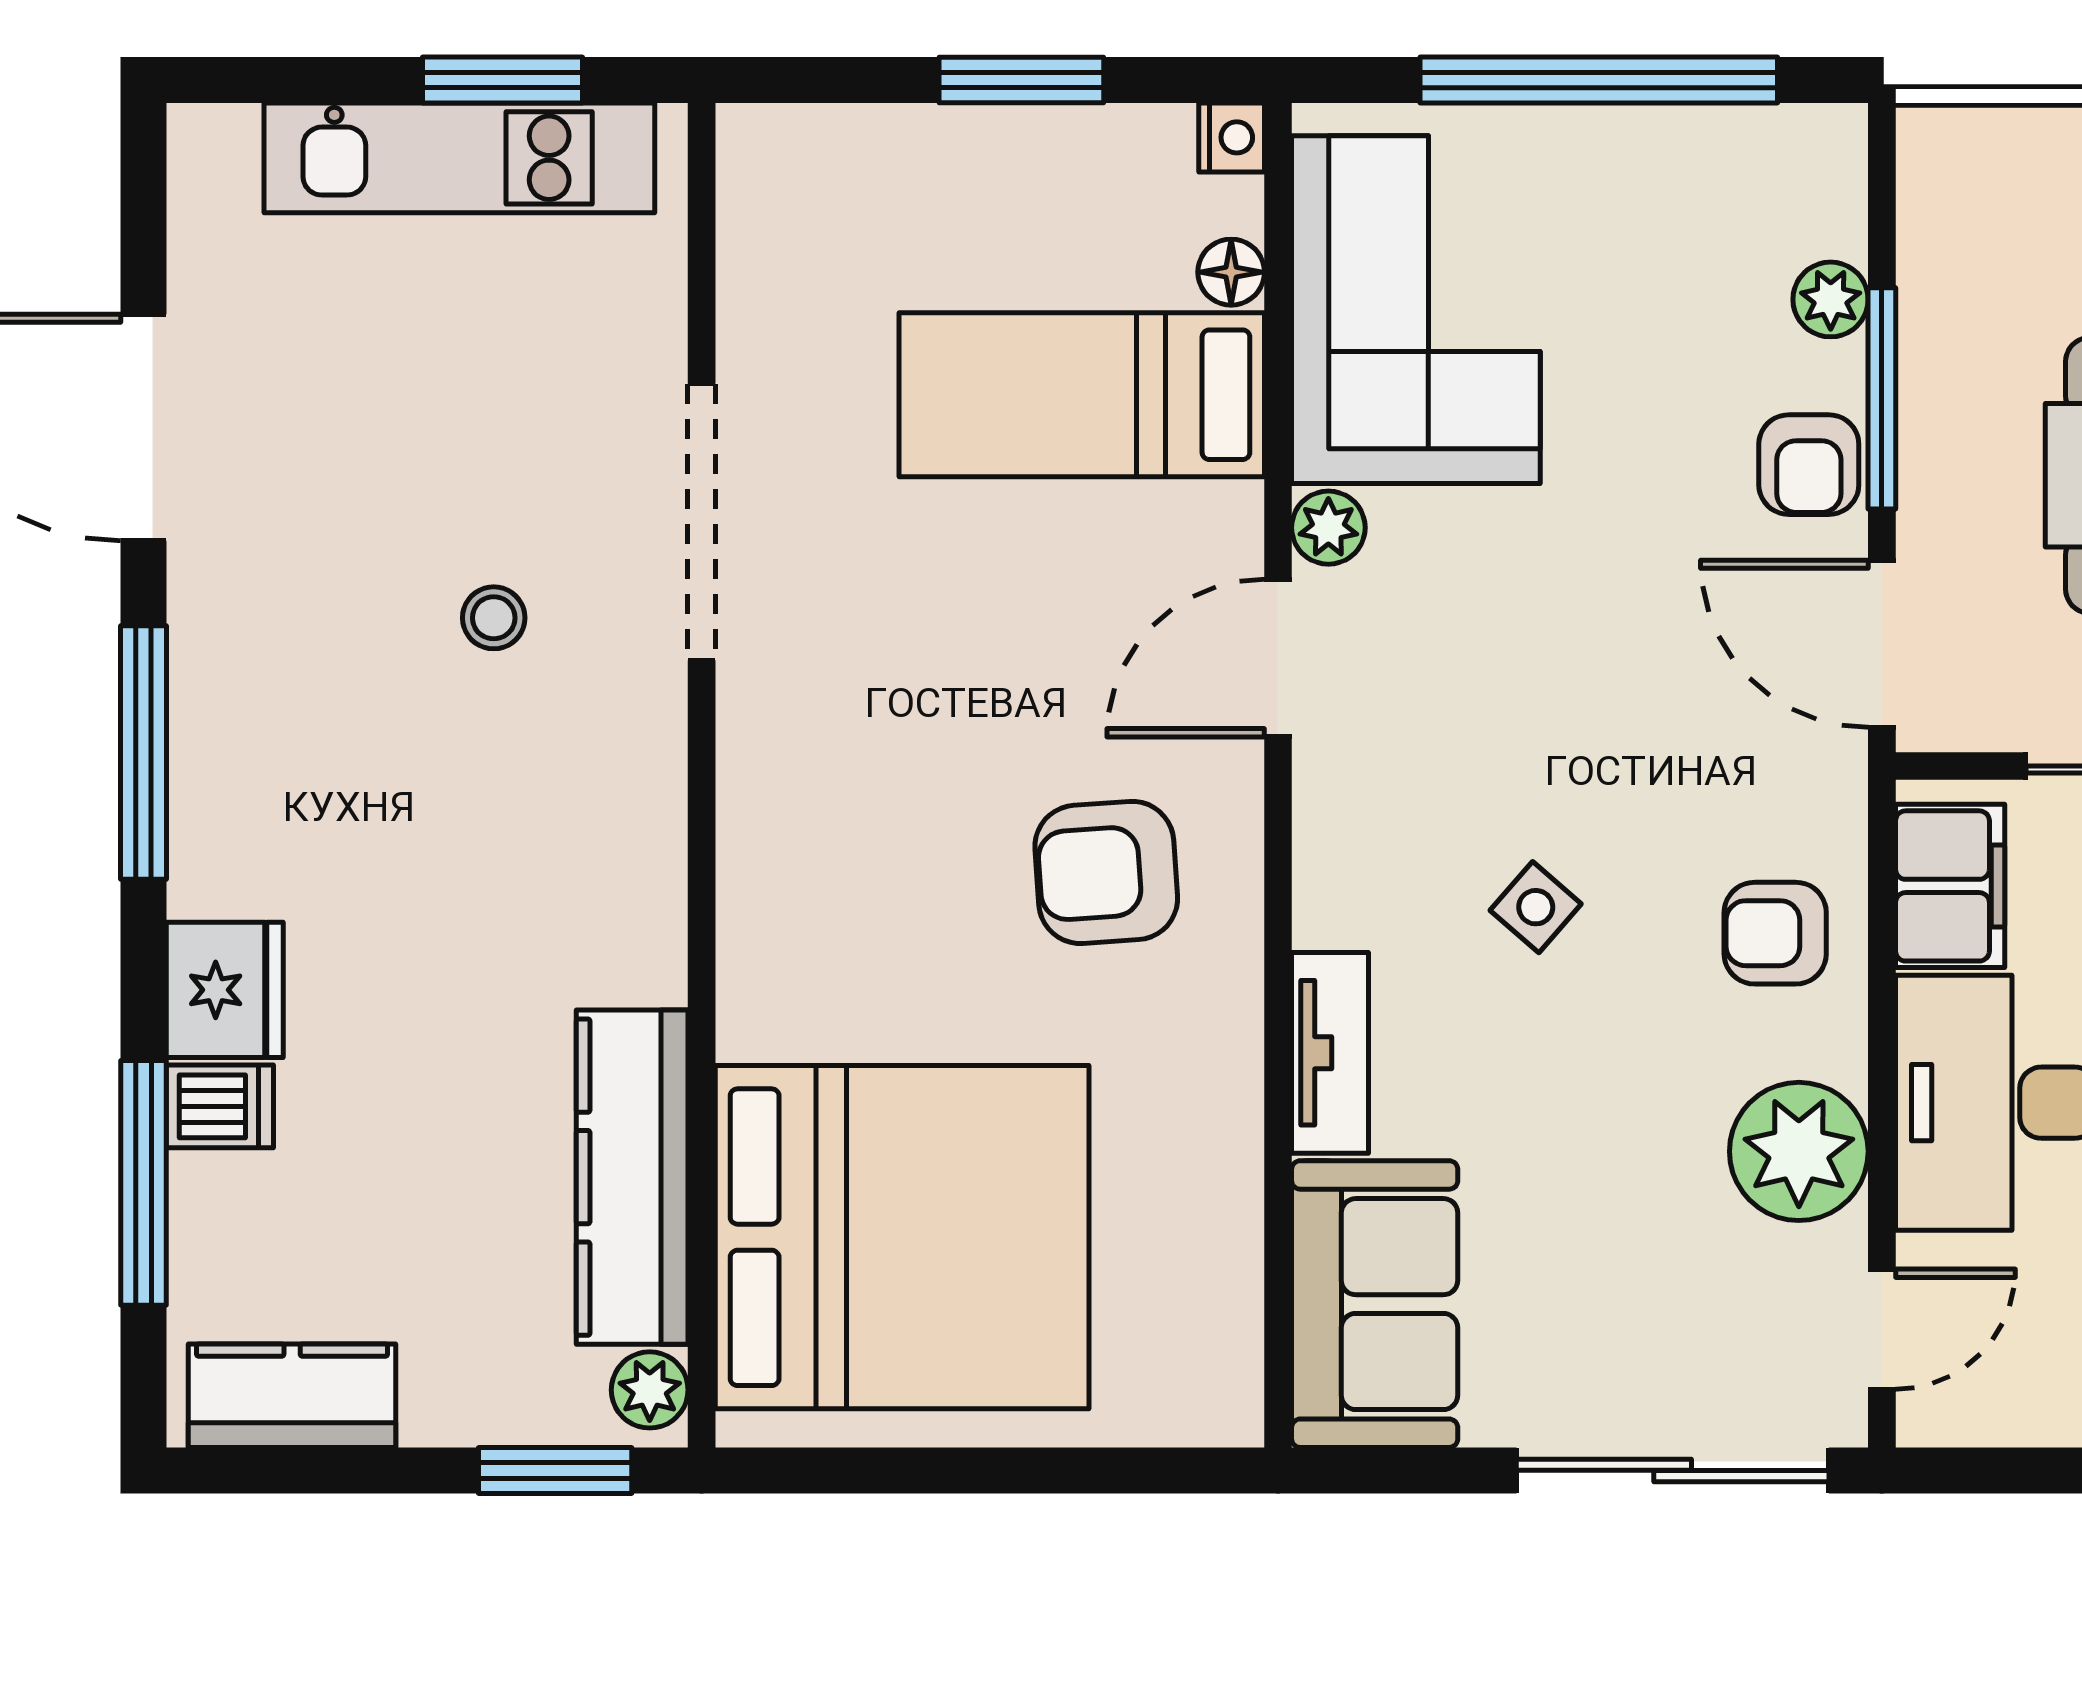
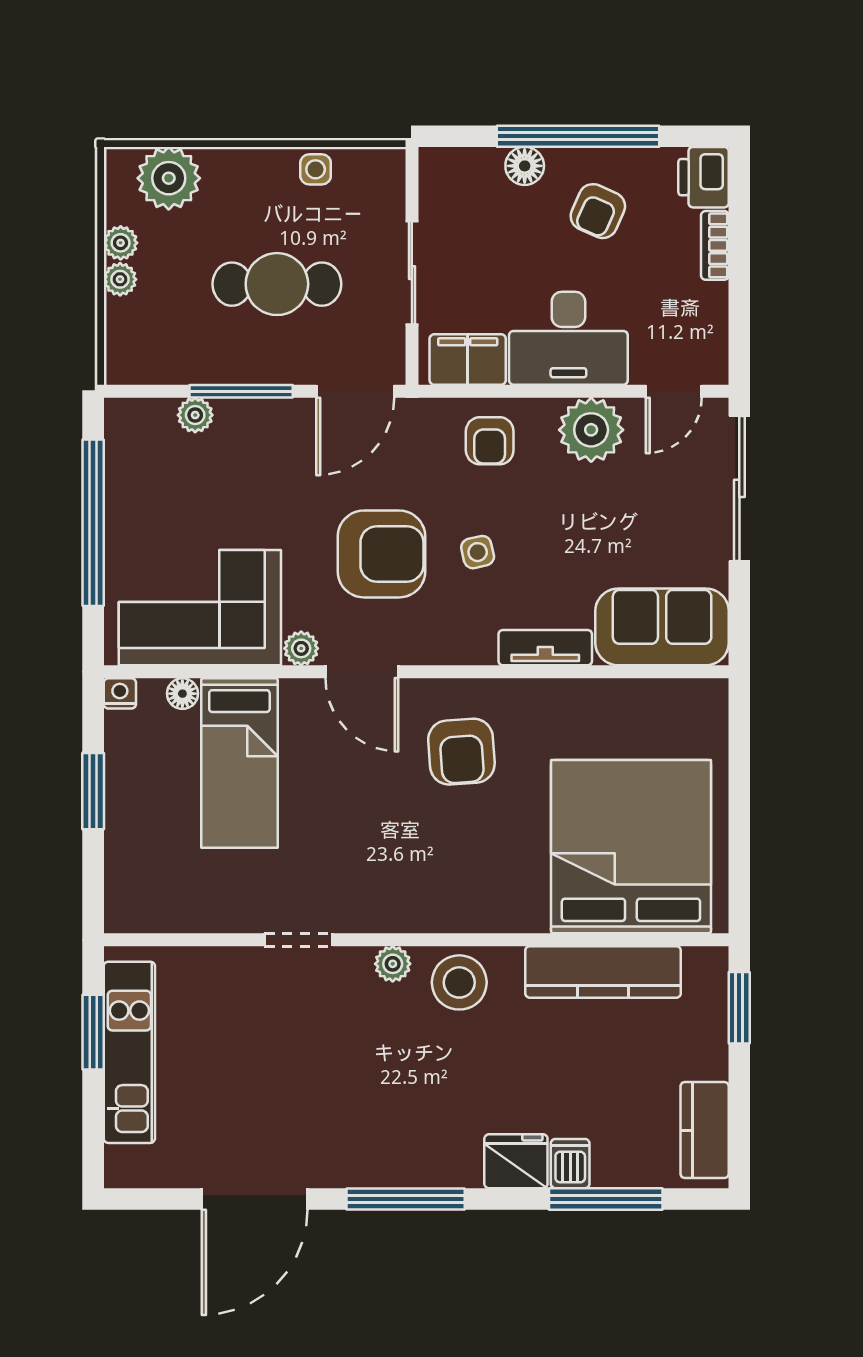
armchair: (1809, 465) -> (381, 554), moved, width x1.88, depth x1.88
doorway: (702, 522) -> (299, 940), width x0.53
stool: (494, 618) -> (459, 982), moved, width x1.89, depth x1.89
side table: (1536, 907) -> (478, 552), turned 36
door: (1882, 1329) -> (674, 391), swing flipped
plant: (650, 1390) -> (393, 964), moved

